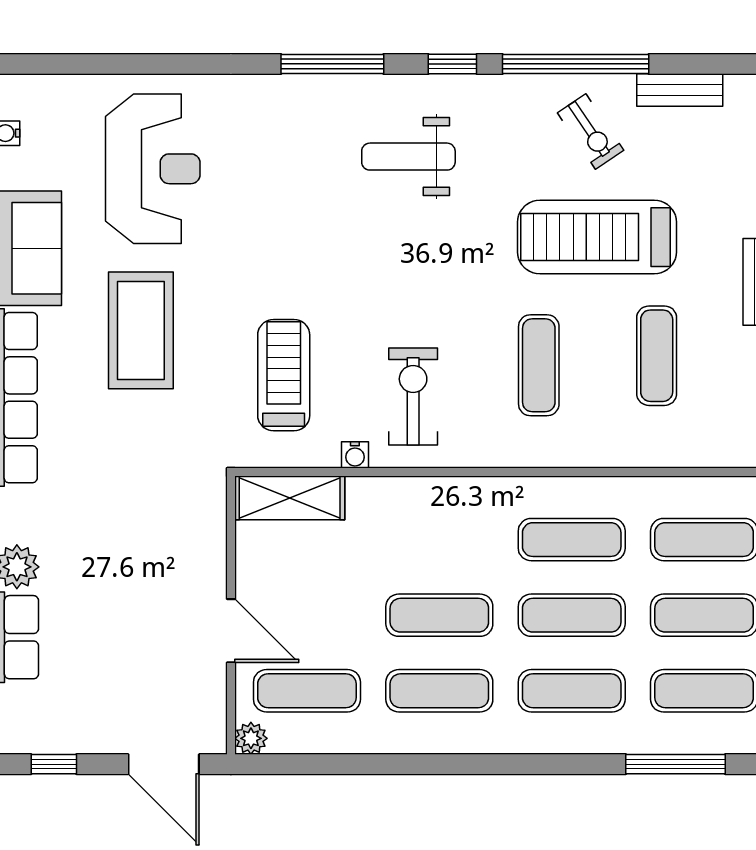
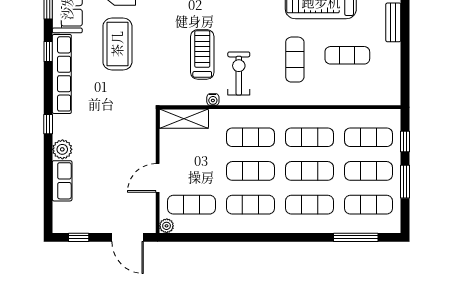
exercise mat: (657, 356) -> (347, 55), turned 90
treadmill: (284, 375) -> (202, 54), moved
exercise mat: (439, 540) -> (251, 137), added
door: (231, 631) -> (158, 178), swing flipped

